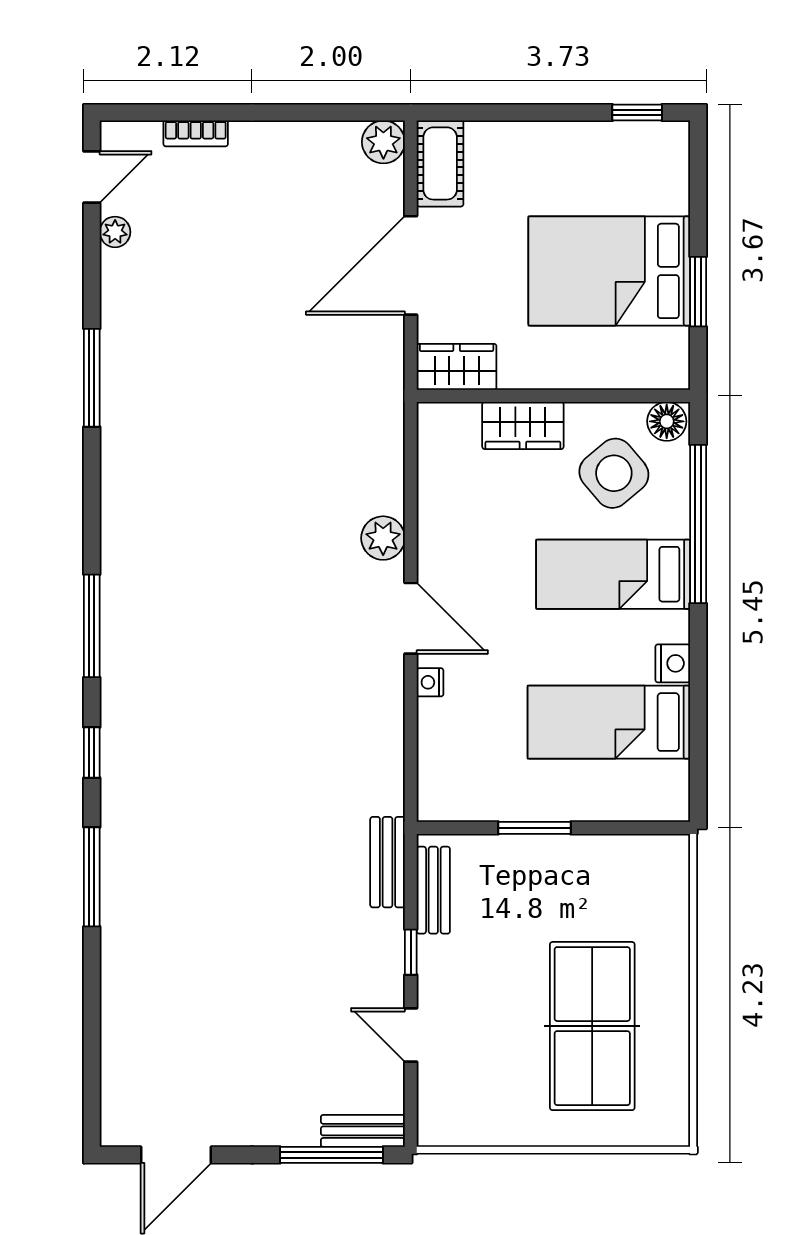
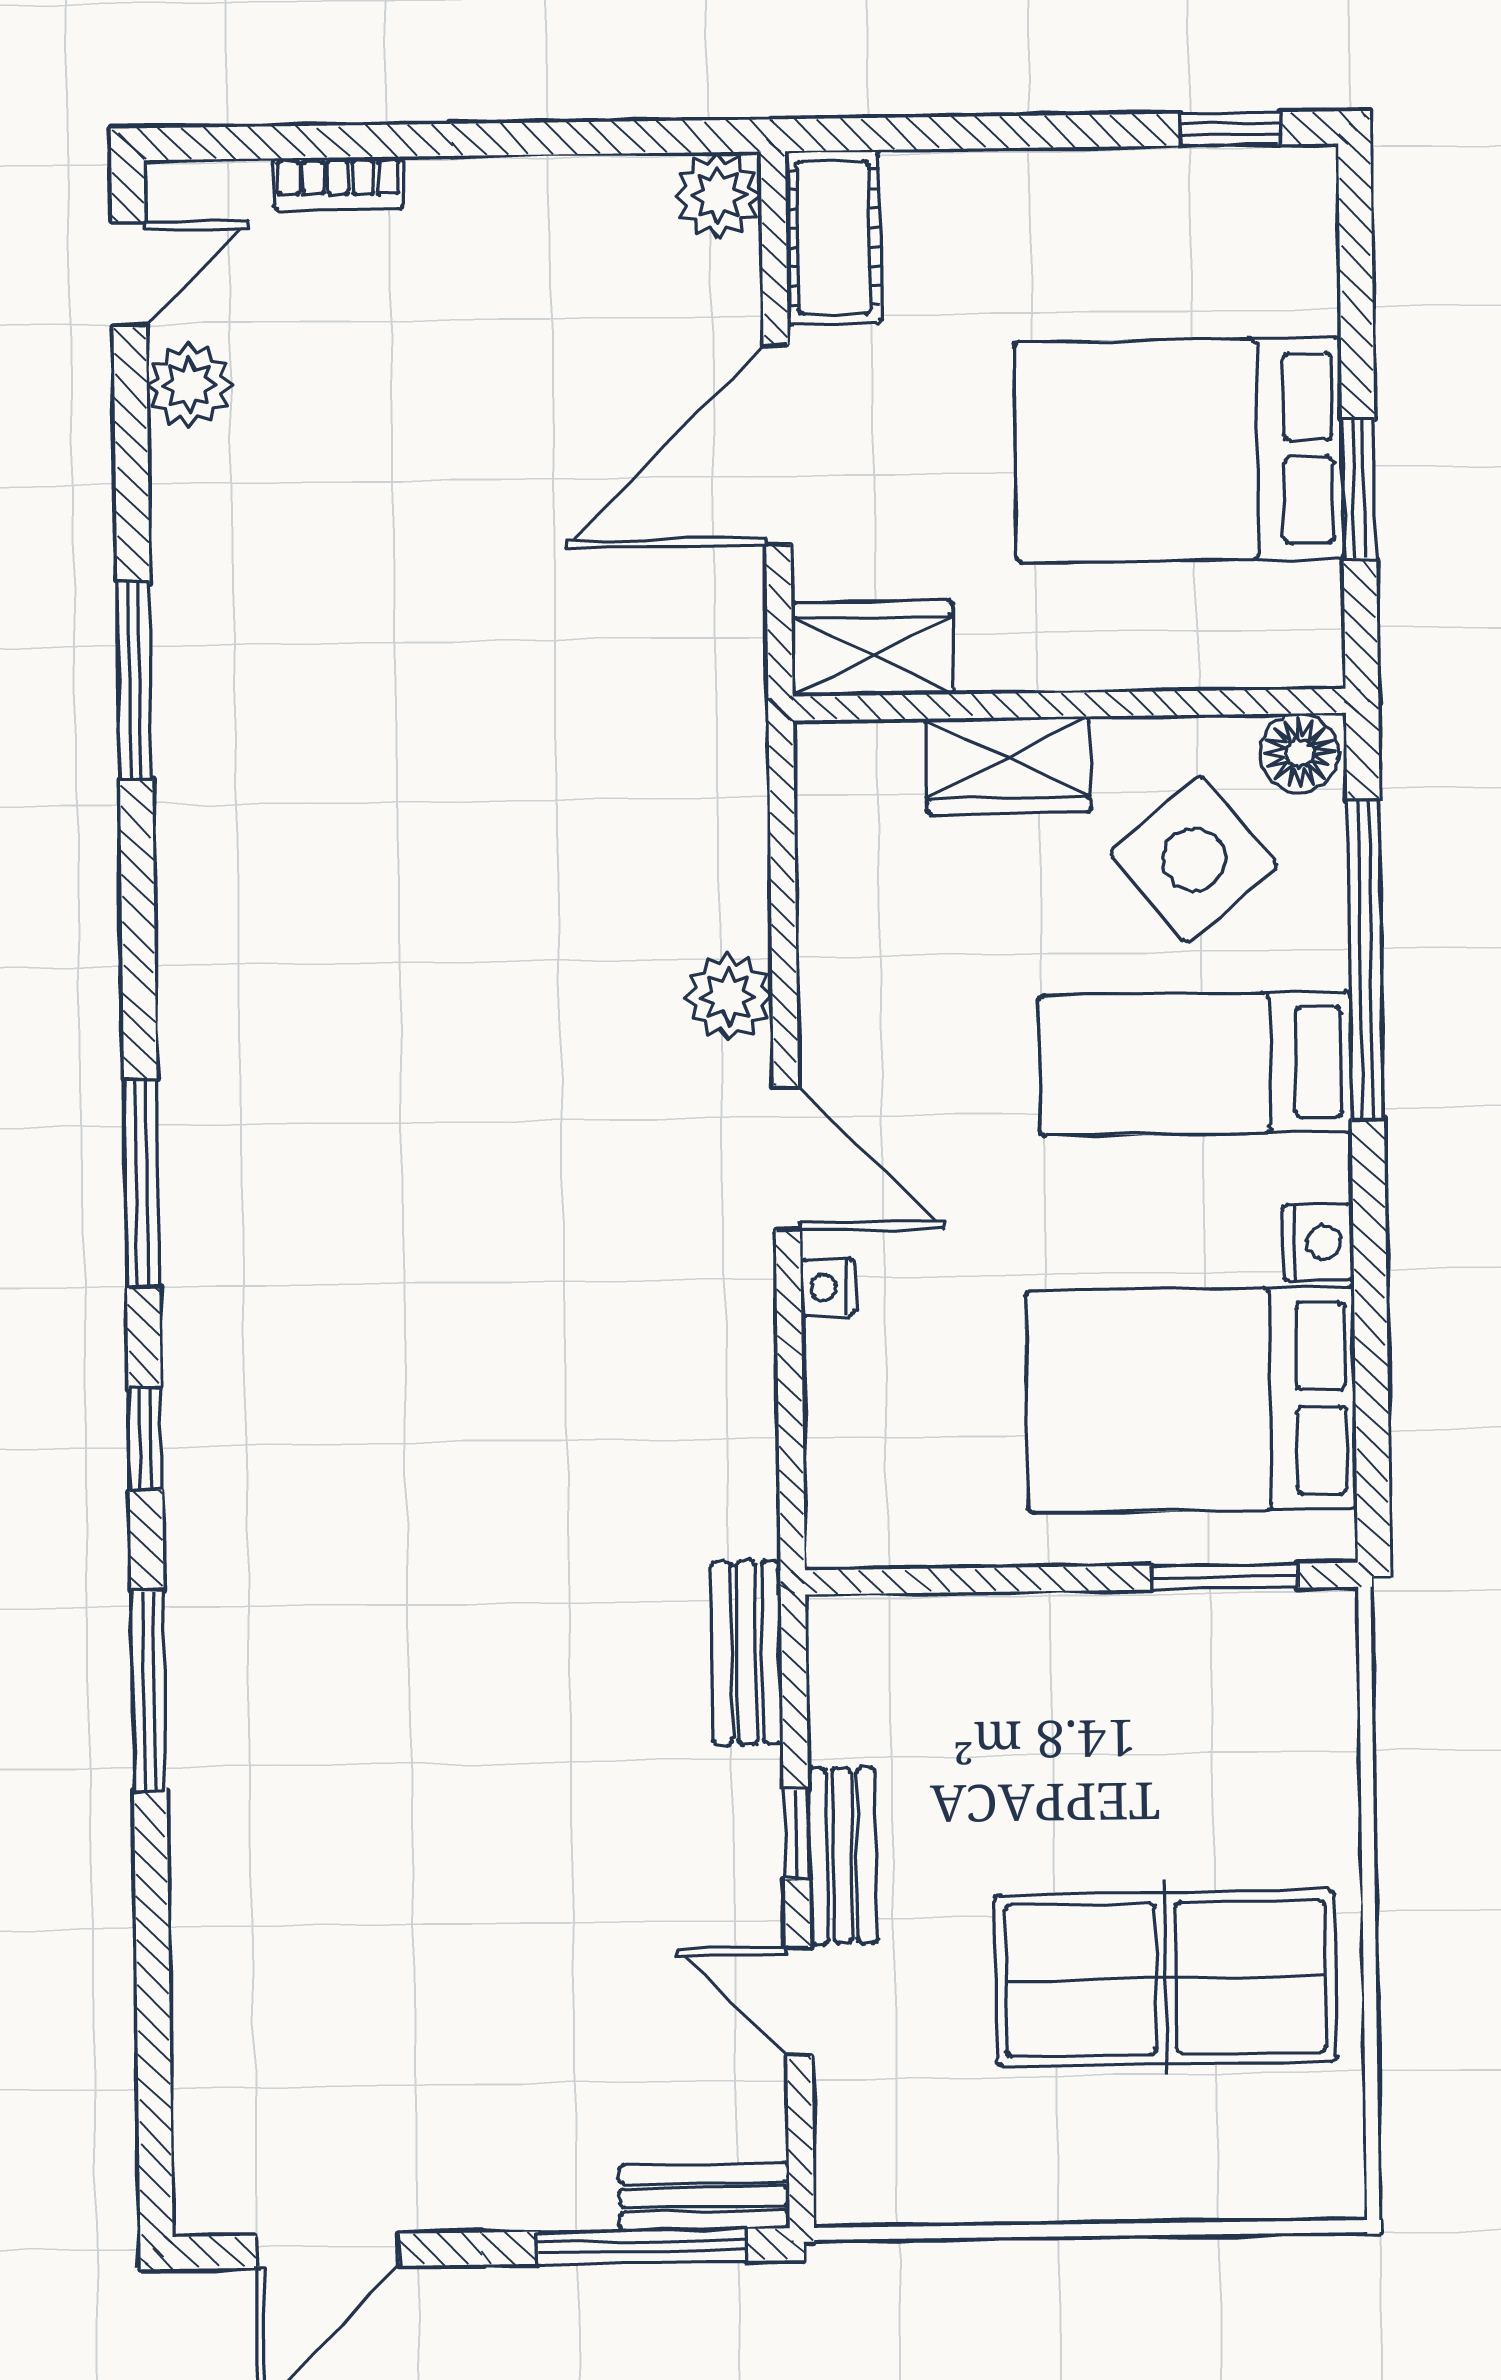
plant: (115, 232) -> (189, 385), width x1.38, depth x1.38
bed: (609, 722) -> (1191, 1400), width x1.50
window: (535, 828) -> (1225, 1577), moved
bench: (433, 890) -> (842, 1856), moved
table tennis table: (592, 1026) -> (1166, 1978), turned 90

